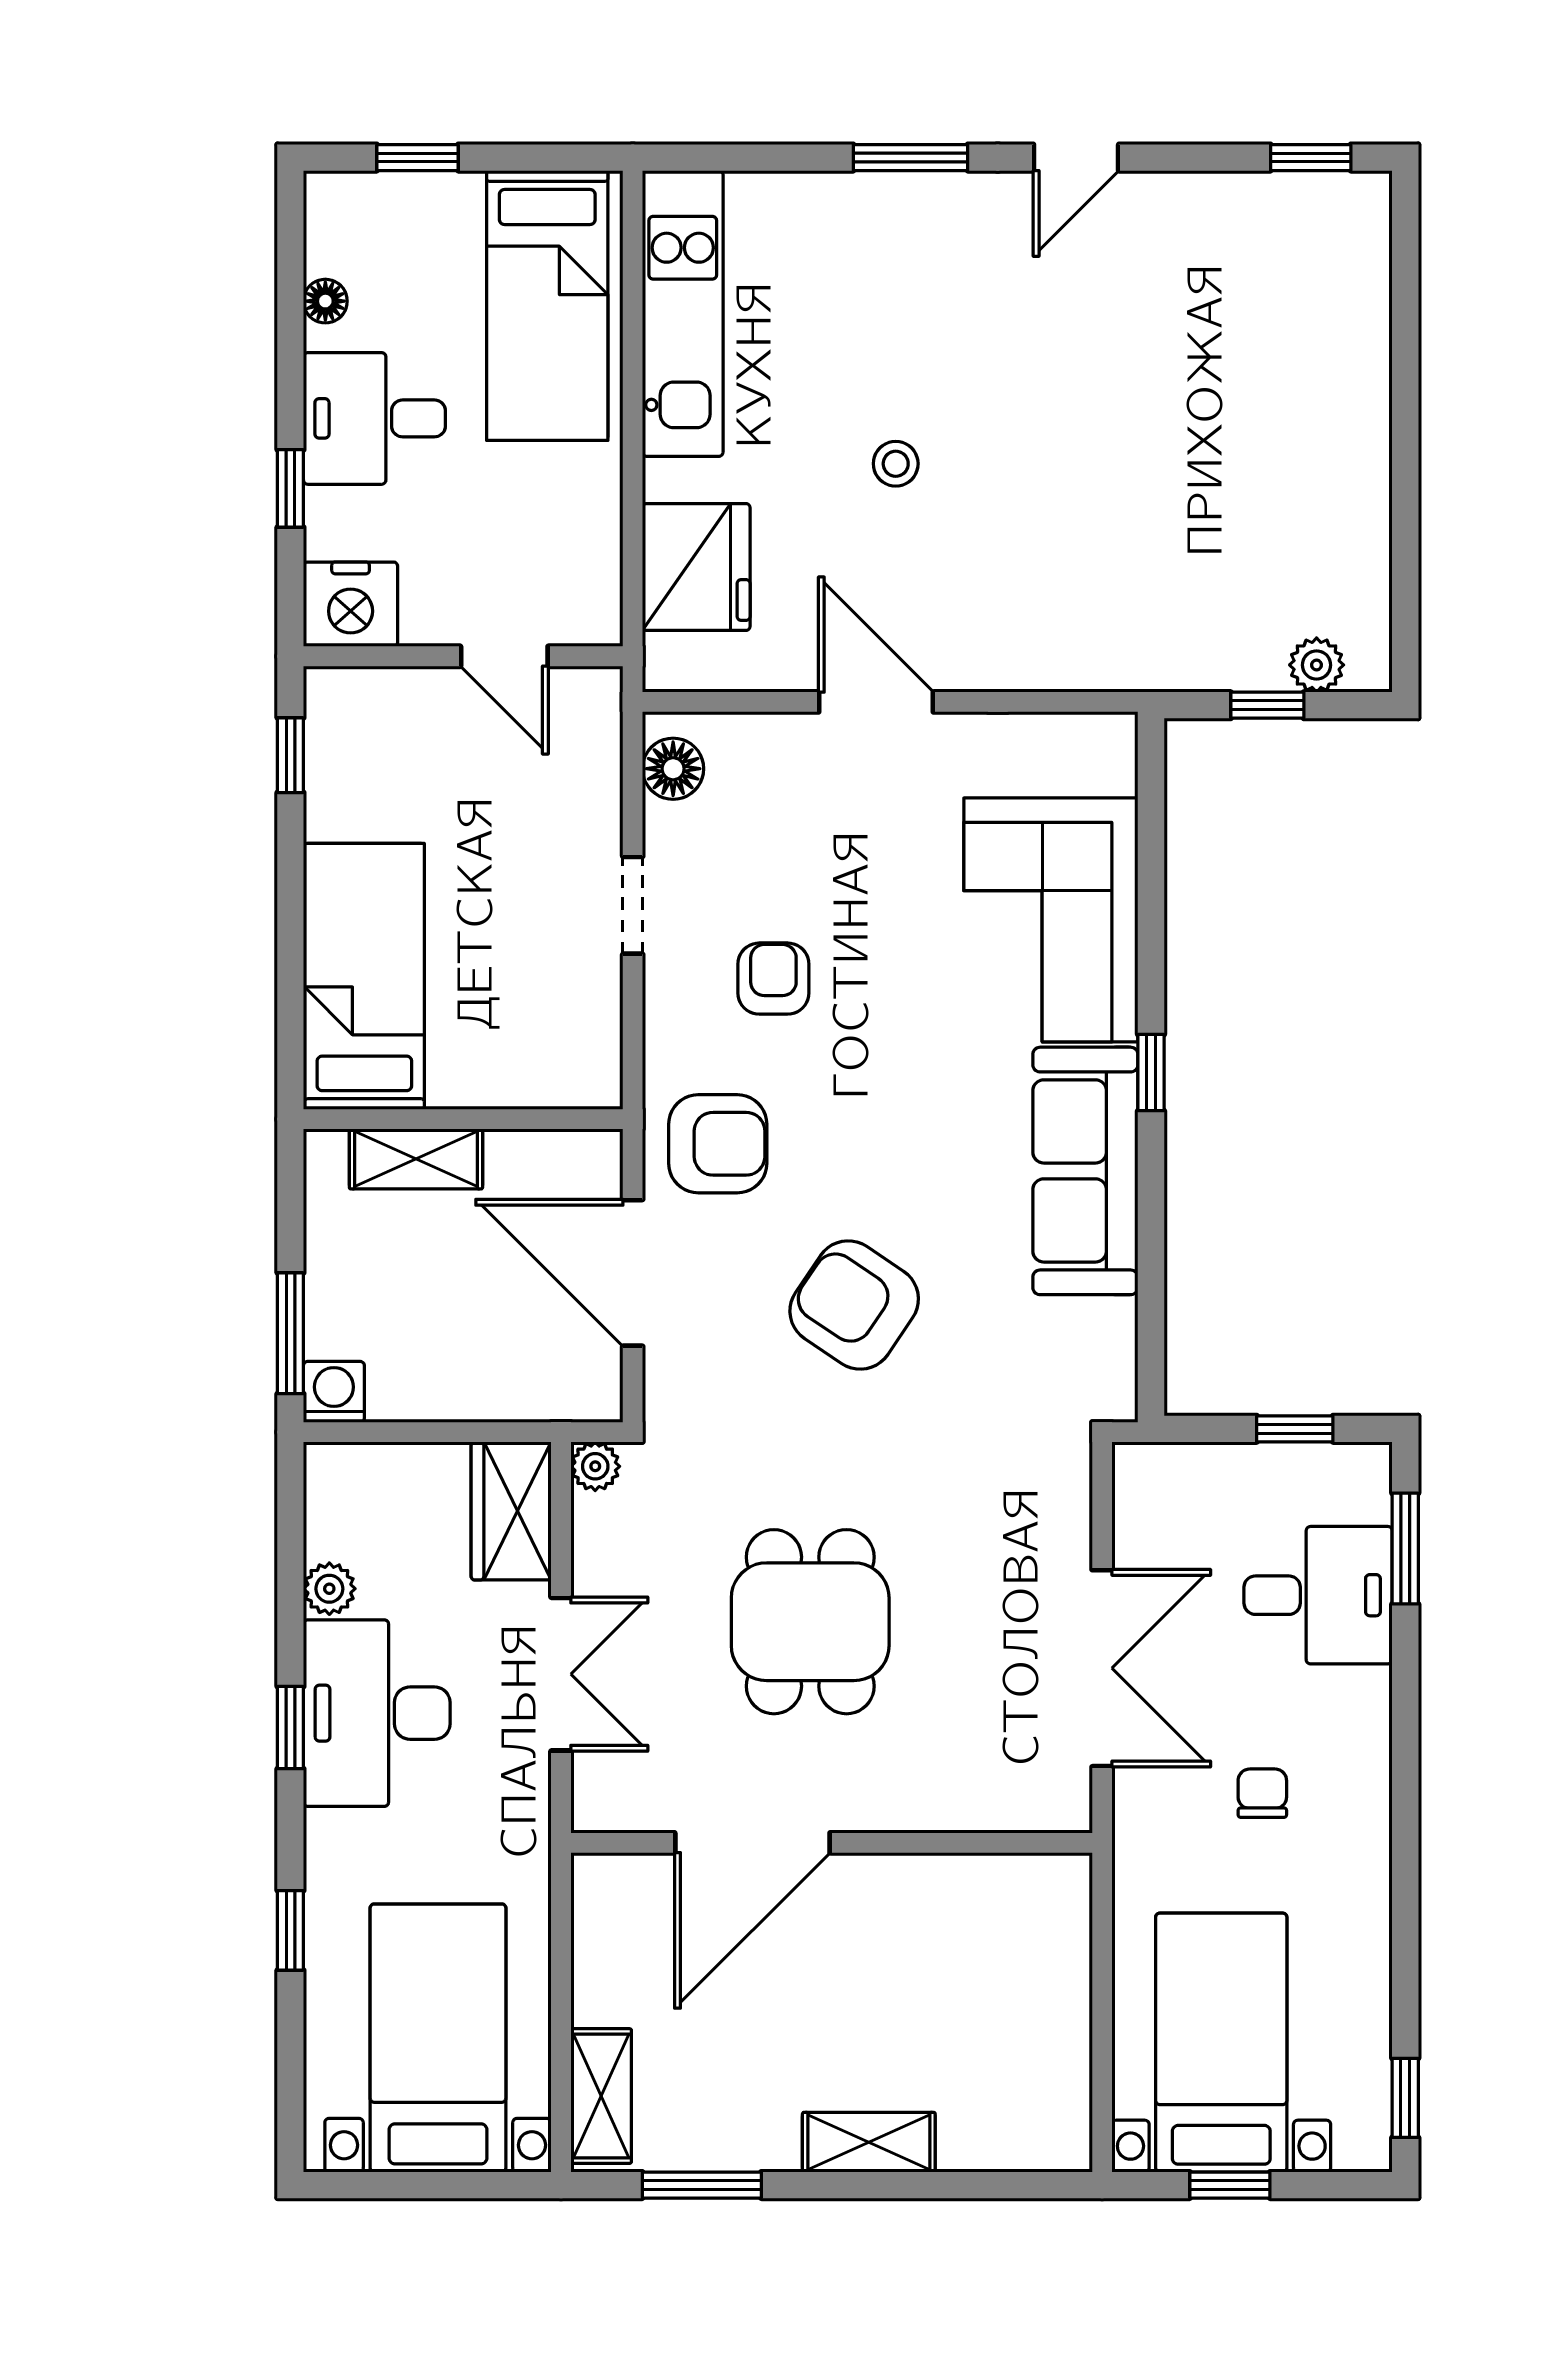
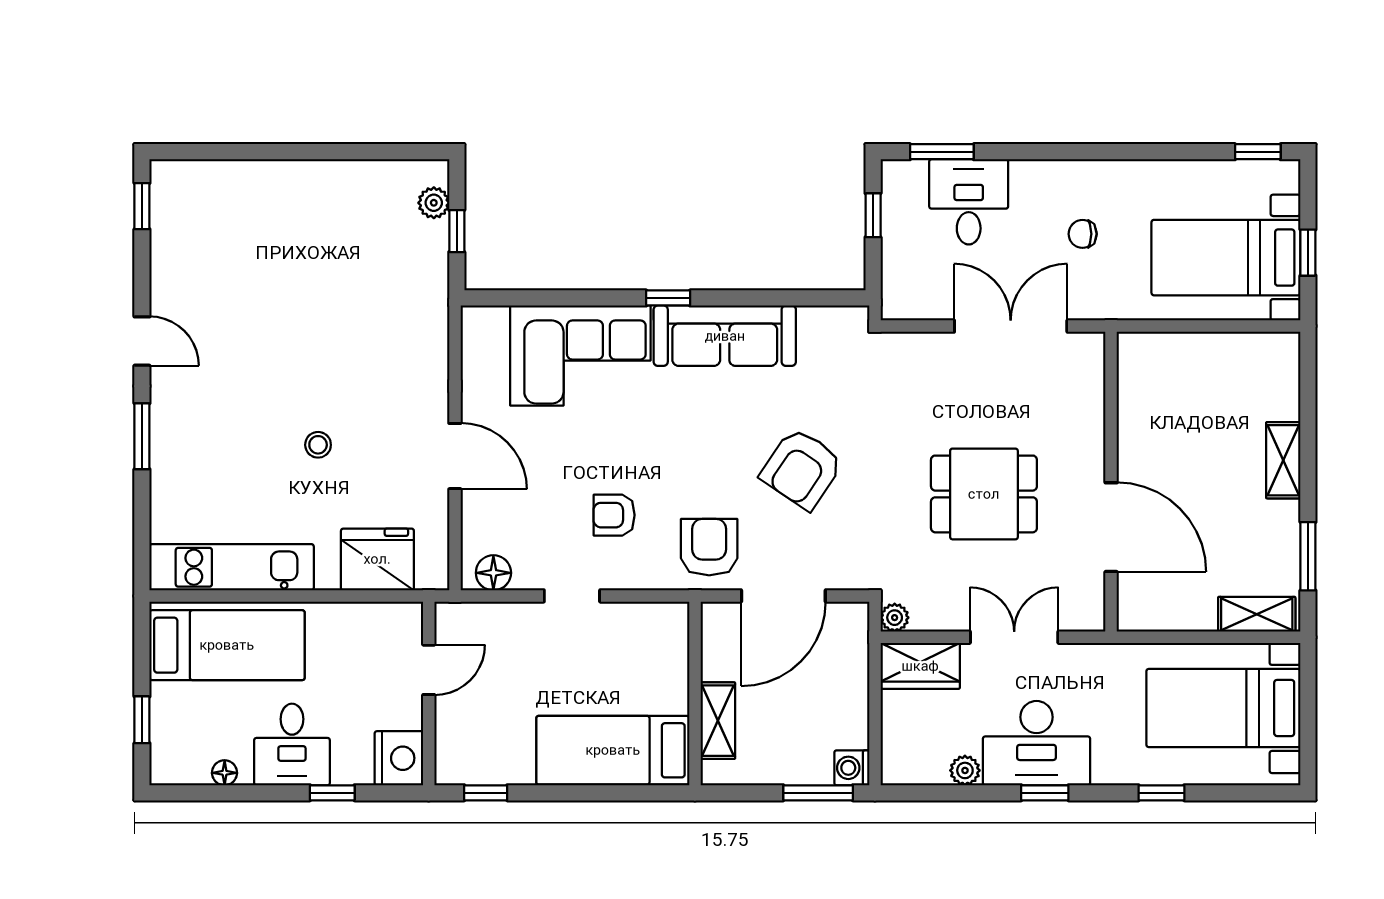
door: (876, 702) -> (455, 456), swing flipped

